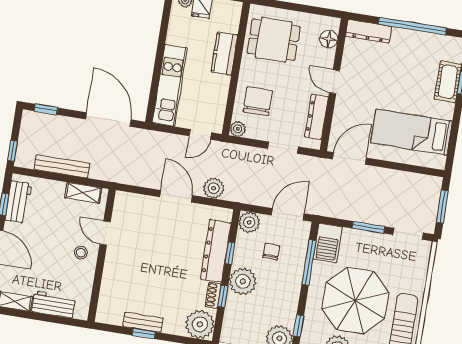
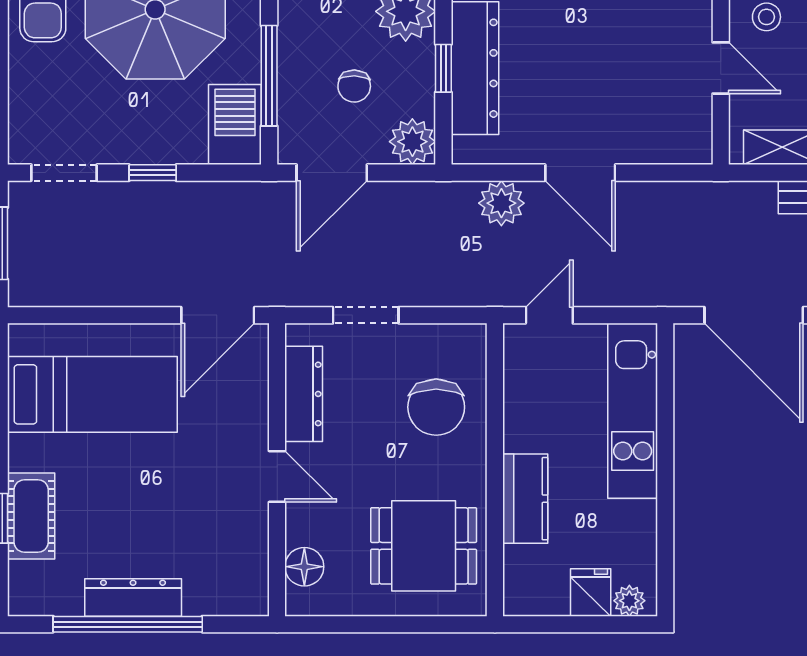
dresser: (369, 31) -> (133, 597), moved
plant: (238, 129) -> (470, 340), removed
window: (368, 227) -> (153, 173), width x0.67

